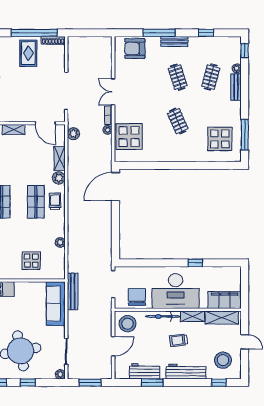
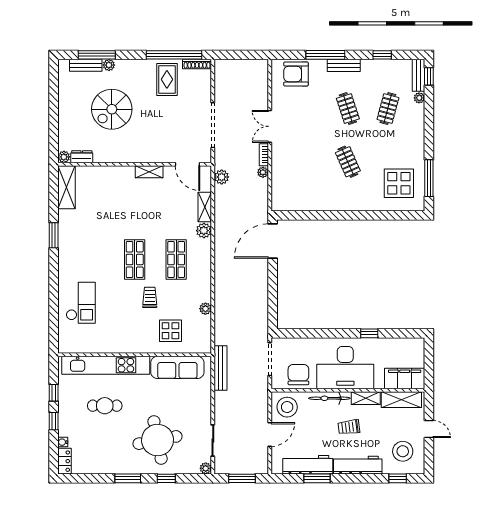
bench: (236, 87) -> (418, 75), moved
display table: (129, 137) -> (289, 180), removed
trolley: (55, 201) -> (150, 297), moved
sofa: (56, 304) -> (177, 367), moved, turned -90
workbench: (145, 371) -> (308, 465), width x1.38

